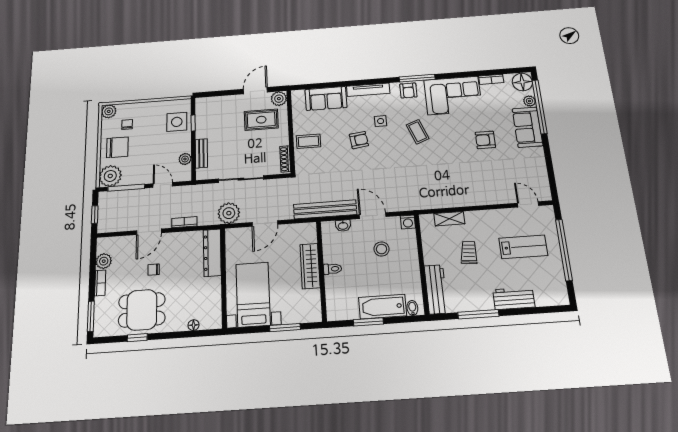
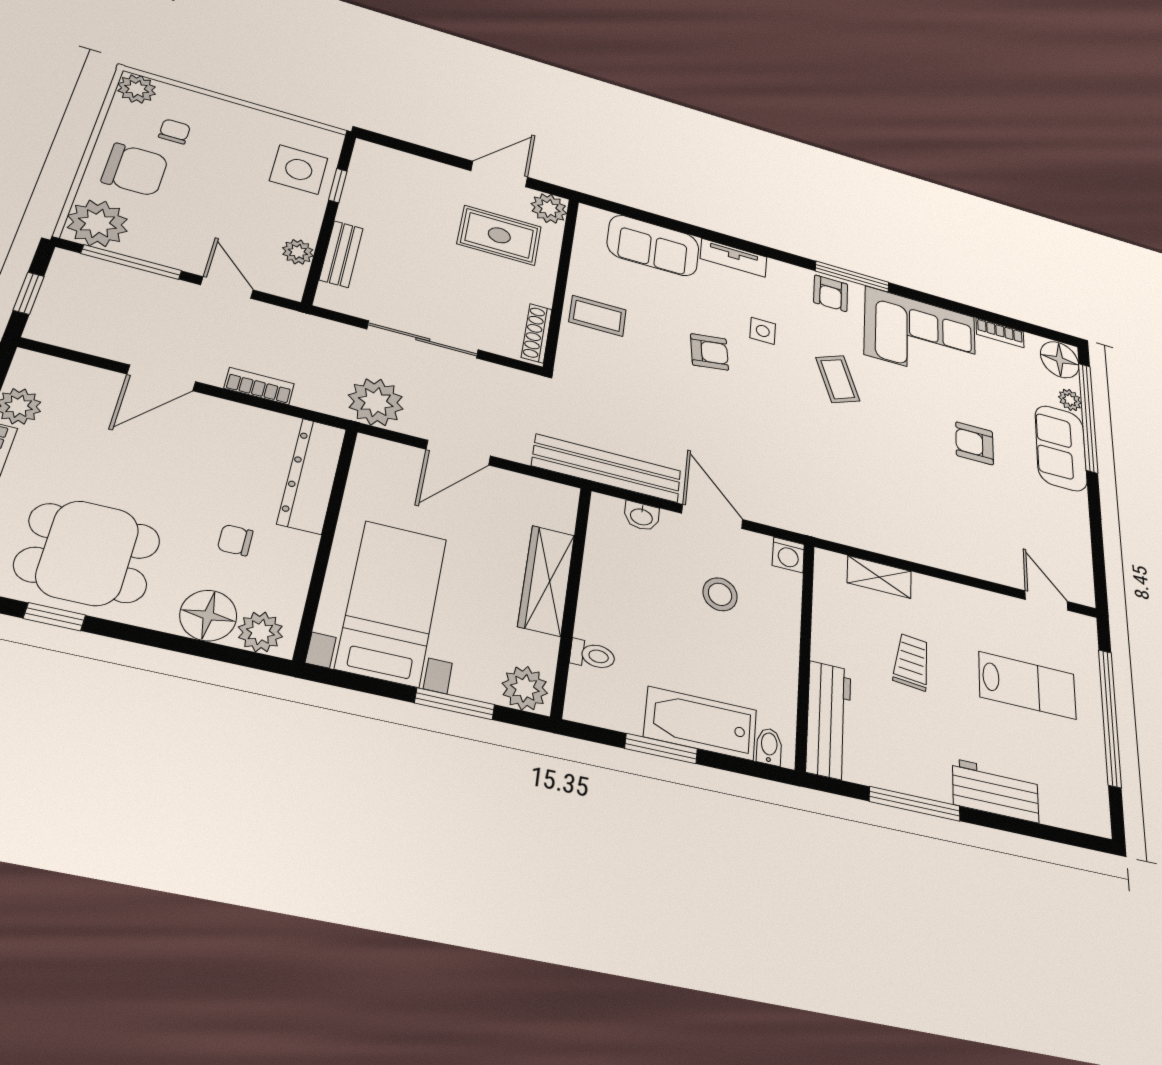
tv unit: (368, 90) -> (734, 258), width x0.71
toilet: (333, 269) -> (592, 655), moved
chair: (154, 270) -> (235, 540), moved
plant: (310, 313) -> (525, 688), added
plant: (208, 321) -> (260, 632), added
floor lamp: (194, 325) -> (208, 616), width x1.89, depth x1.89

